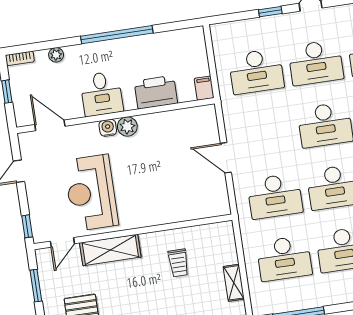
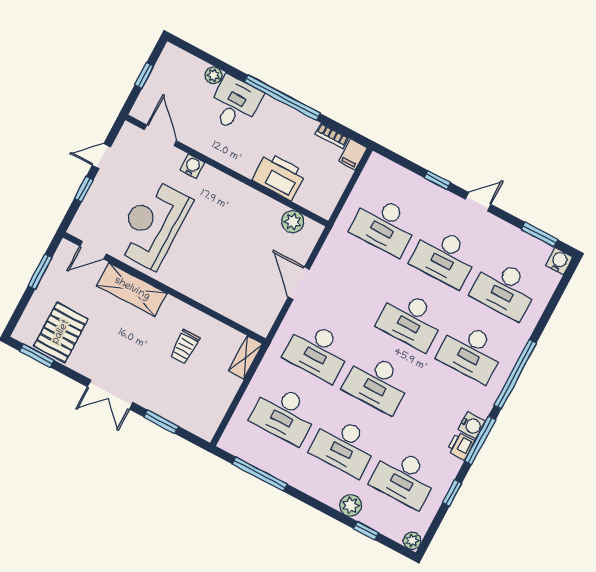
bookcase: (20, 58) -> (332, 136), moved
filing cabinet: (204, 88) -> (353, 154), moved, turned 180
desk: (102, 94) -> (235, 104), moved, turned 180
plant: (127, 127) -> (293, 222), moved
water cooler: (108, 128) -> (192, 166), moved
window: (27, 226) -> (84, 189), moved
shelving: (234, 283) -> (245, 357), moved

